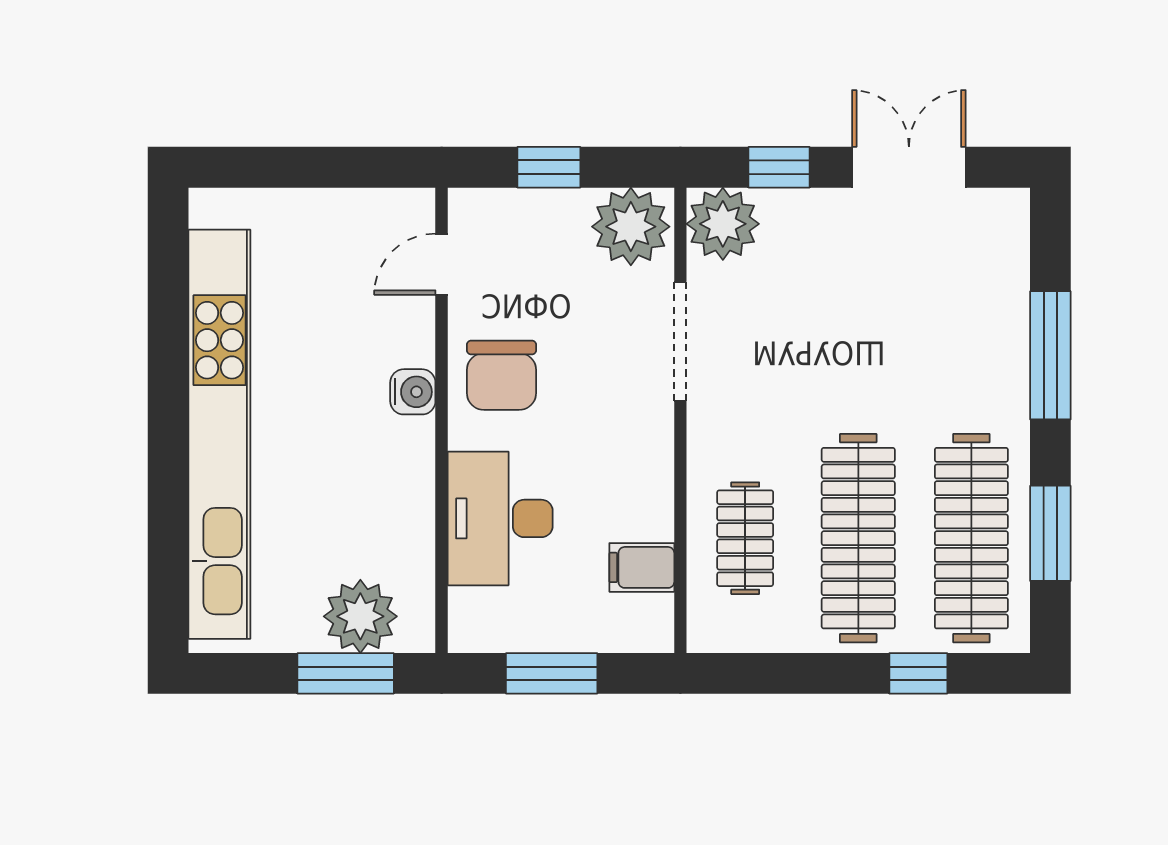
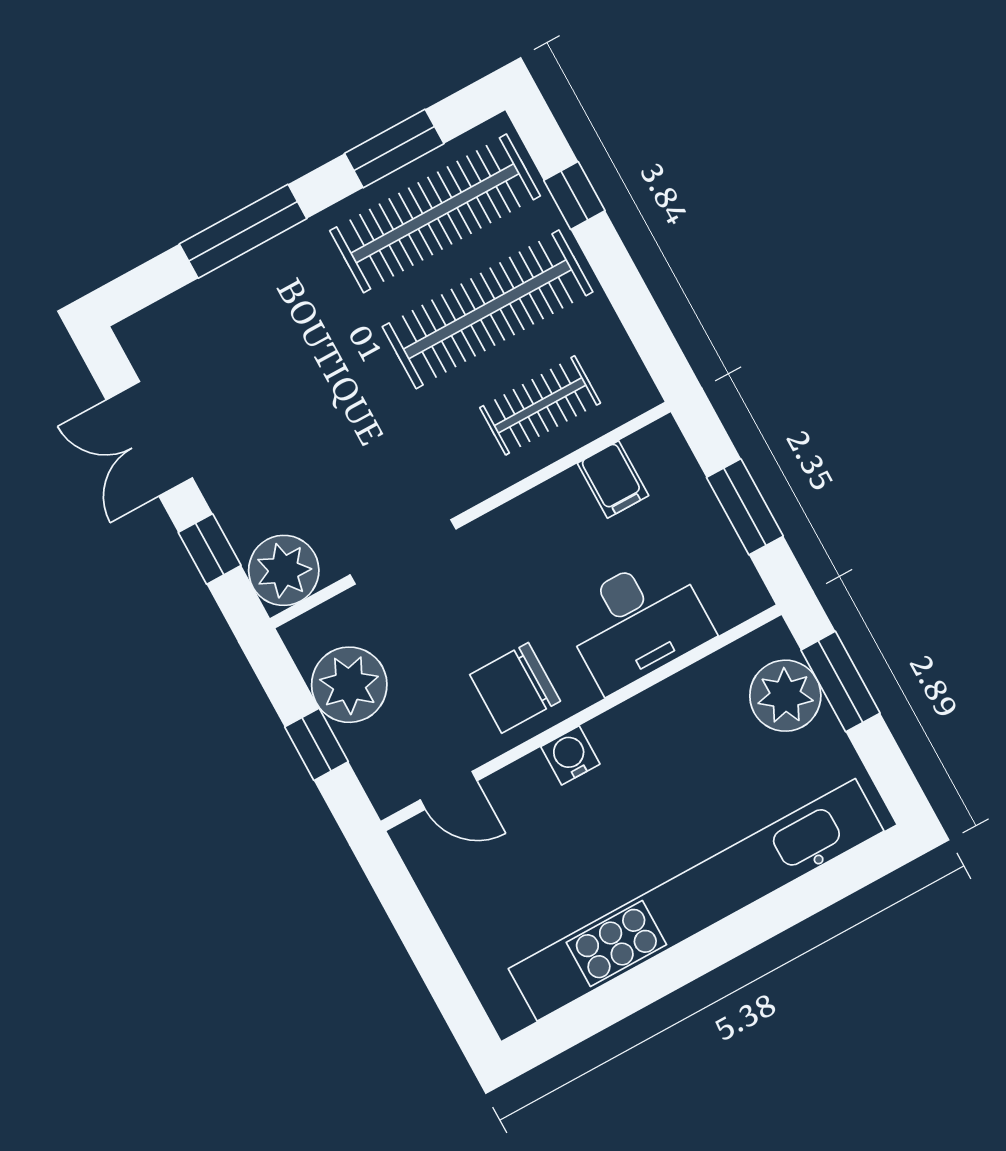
plant: (631, 227) -> (349, 685), moved
chair: (501, 375) -> (515, 688), turned 180

